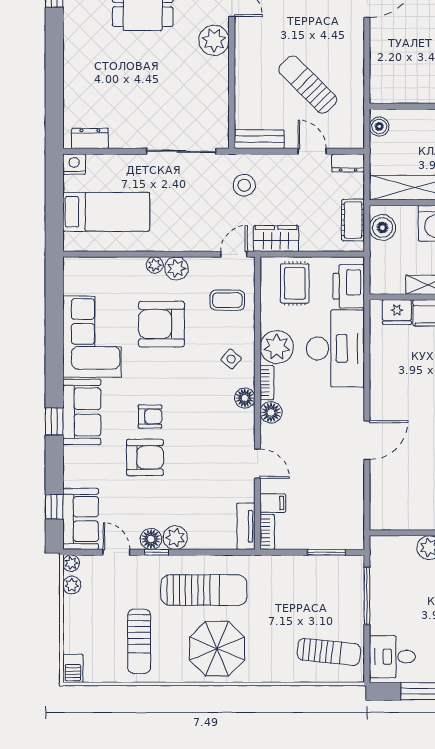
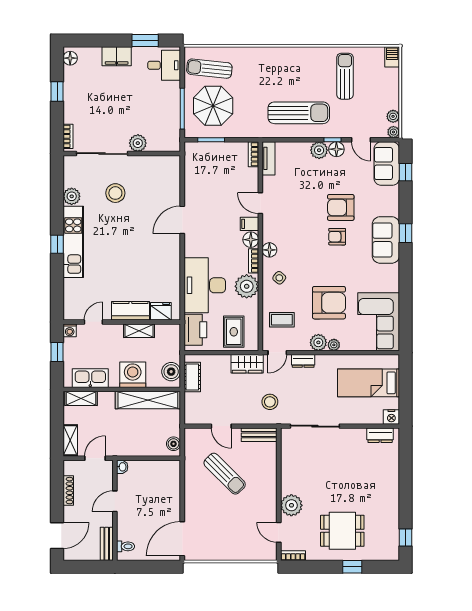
dresser: (348, 163) -> (303, 361), moved, turned 180
corner sofa: (92, 337) -> (379, 322), moved
filing cabinet: (273, 503) -> (249, 224), moved
sun lounger: (204, 590) -> (299, 113), turned 180
parasol: (217, 649) -> (213, 106), moved

